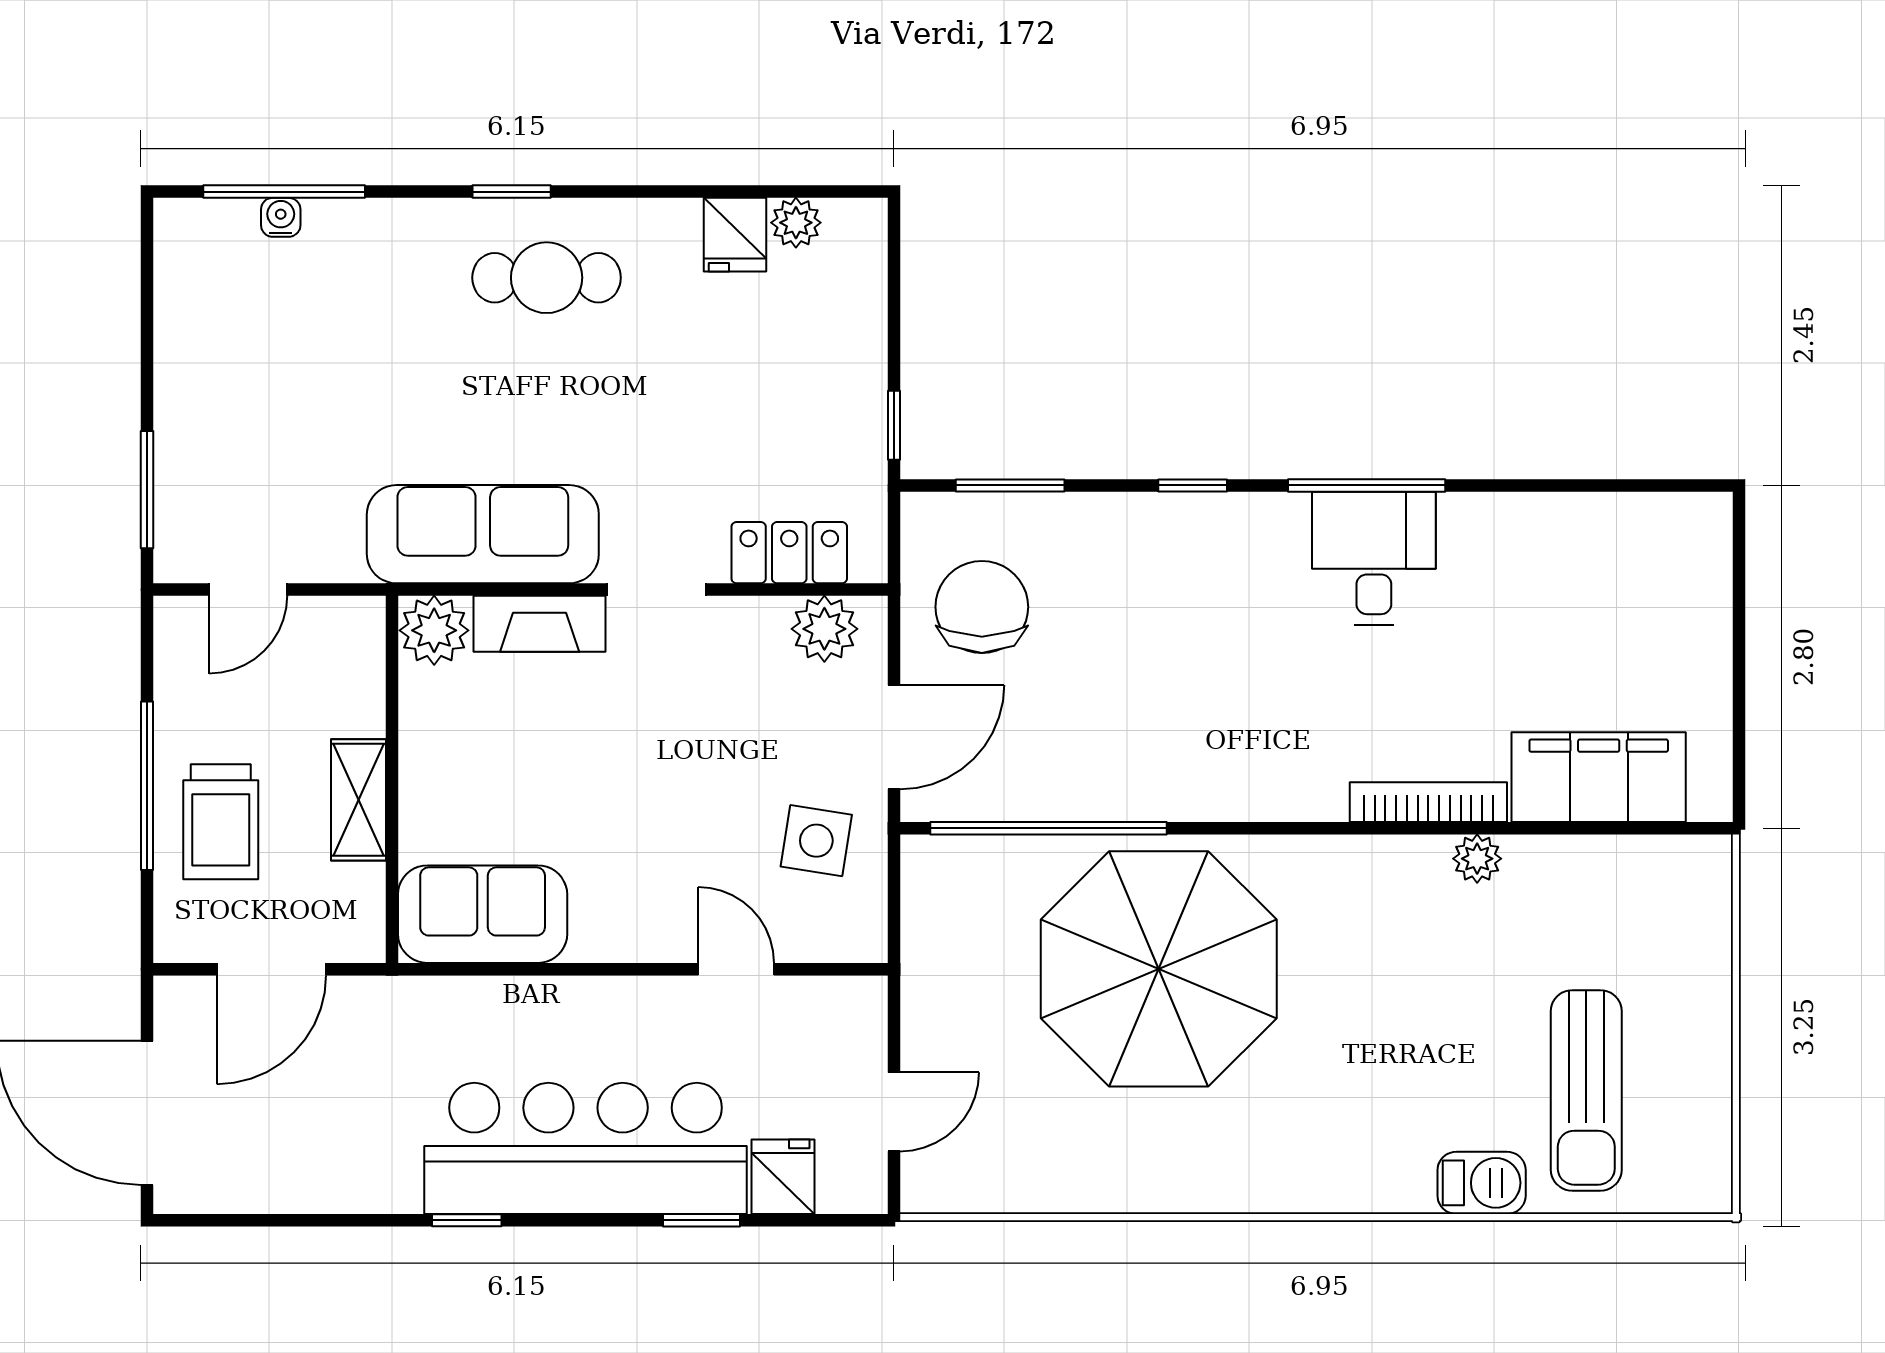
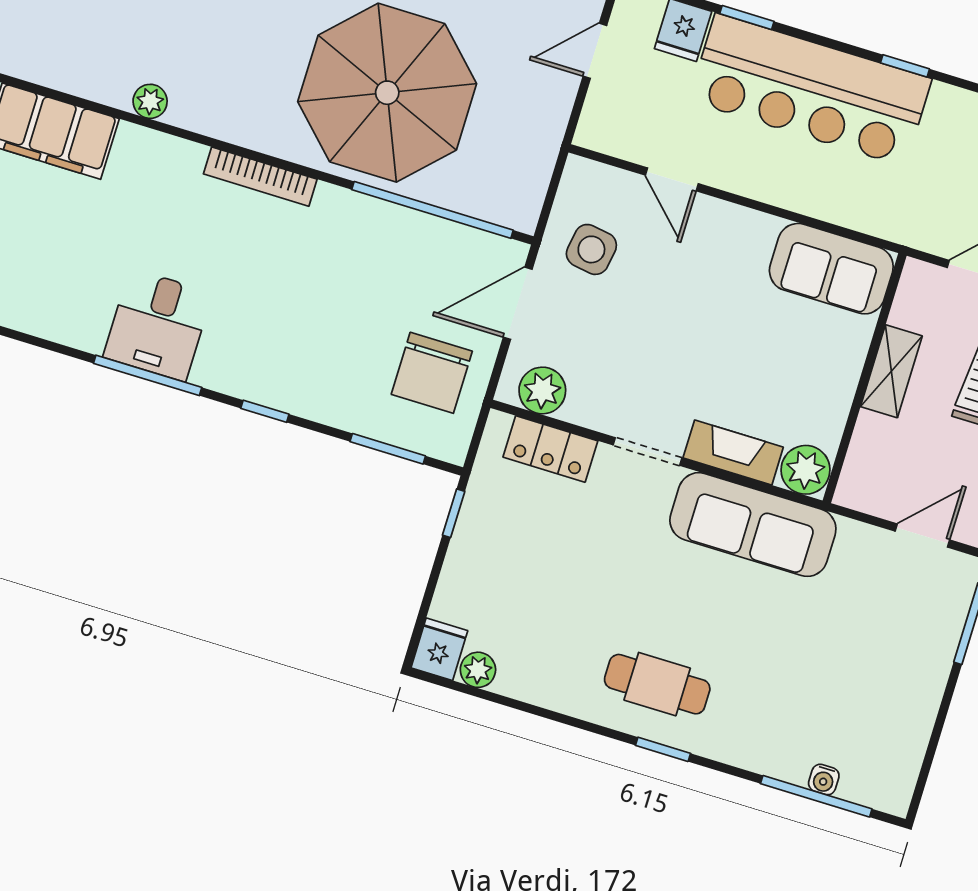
fridge: (735, 235) -> (439, 649), moved
bookcase: (1428, 802) -> (260, 177), moved

